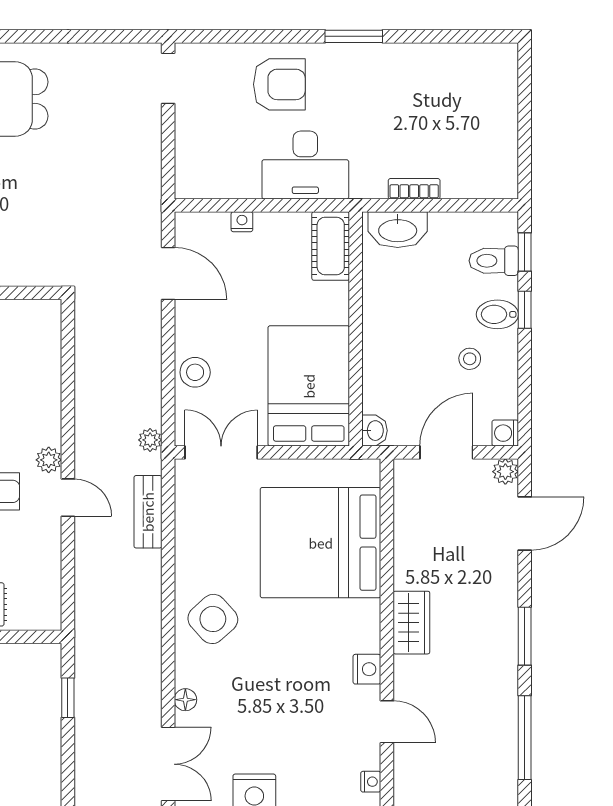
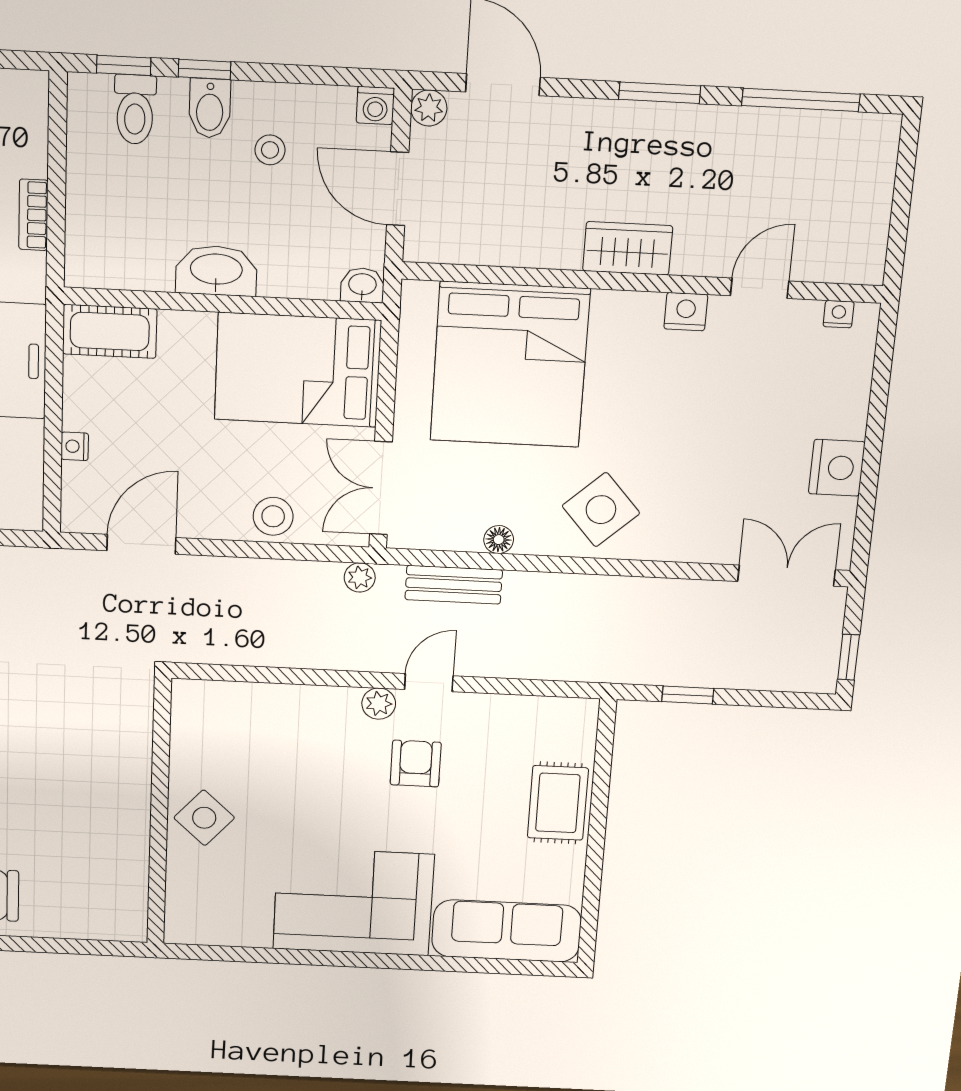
washbasin: (398, 230) -> (216, 271), moved, turned -90
floor lamp: (185, 700) -> (499, 540), moved

